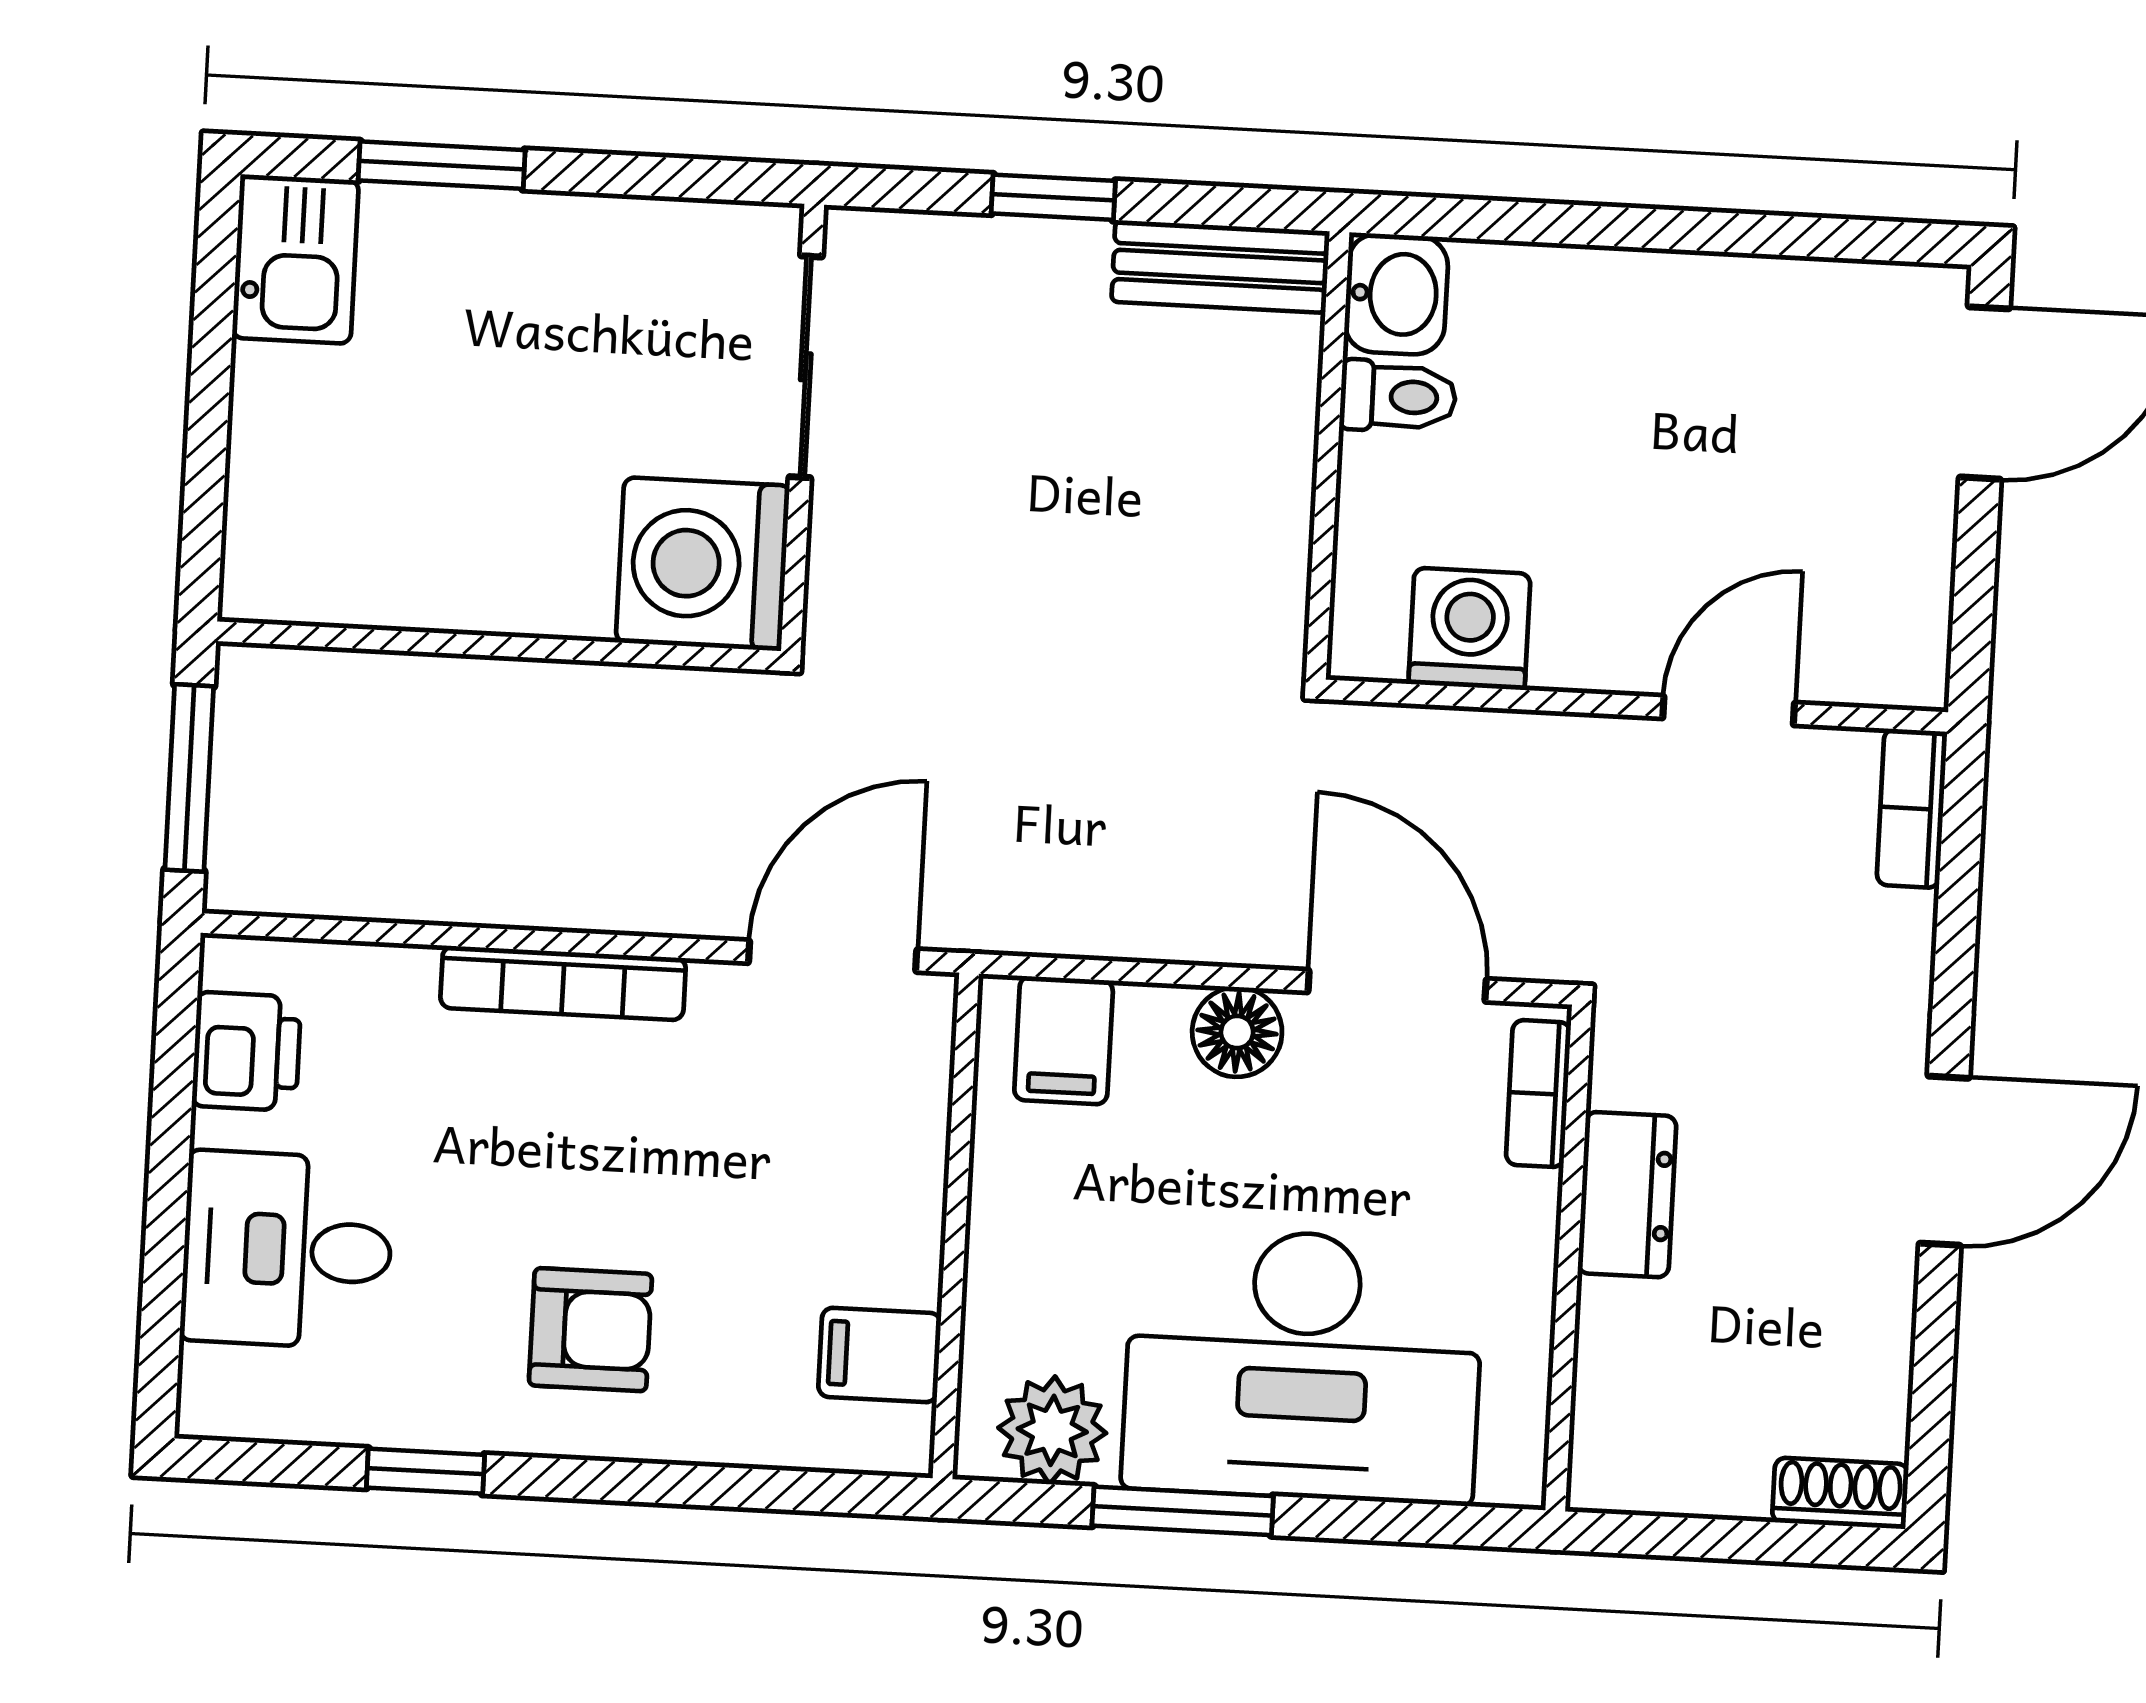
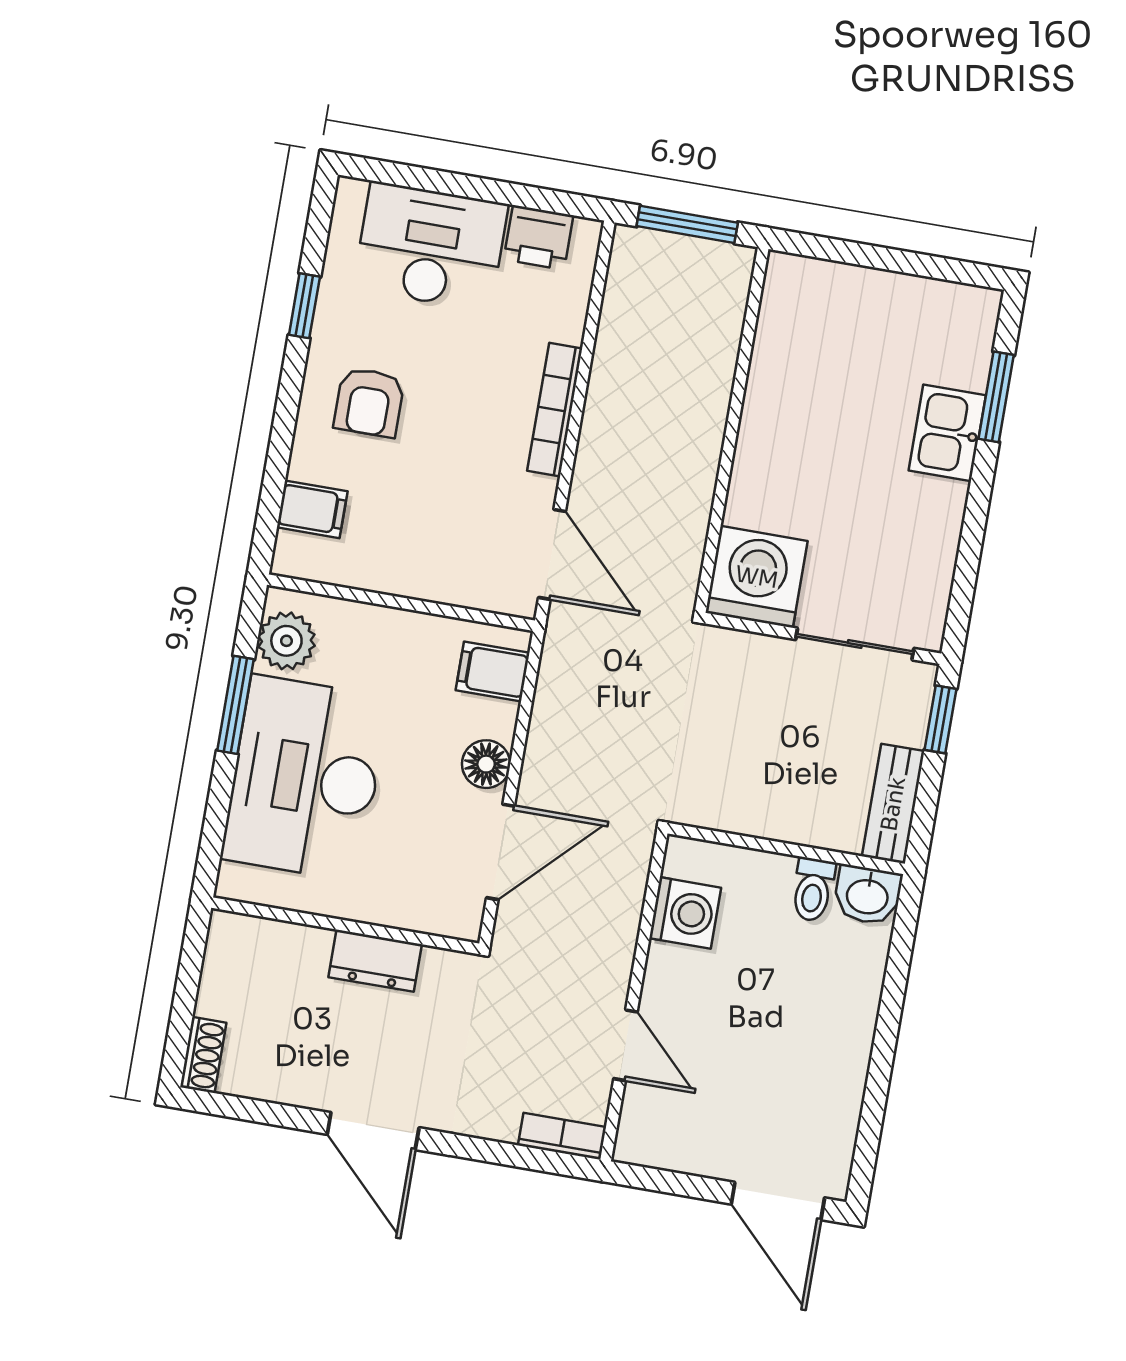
kitchen sink: (295, 259) -> (947, 433), moved, turned 90
sliding door: (806, 367) -> (855, 644), moved
wall: (802, 428) -> (823, 638), moved
washing machine: (703, 564) -> (757, 577), moved
bookcase: (1538, 1094) -> (434, 920), removed
desk: (287, 1250) -> (431, 246), width x1.37
filing cabinet: (880, 1355) -> (312, 509), moved, turned 90

